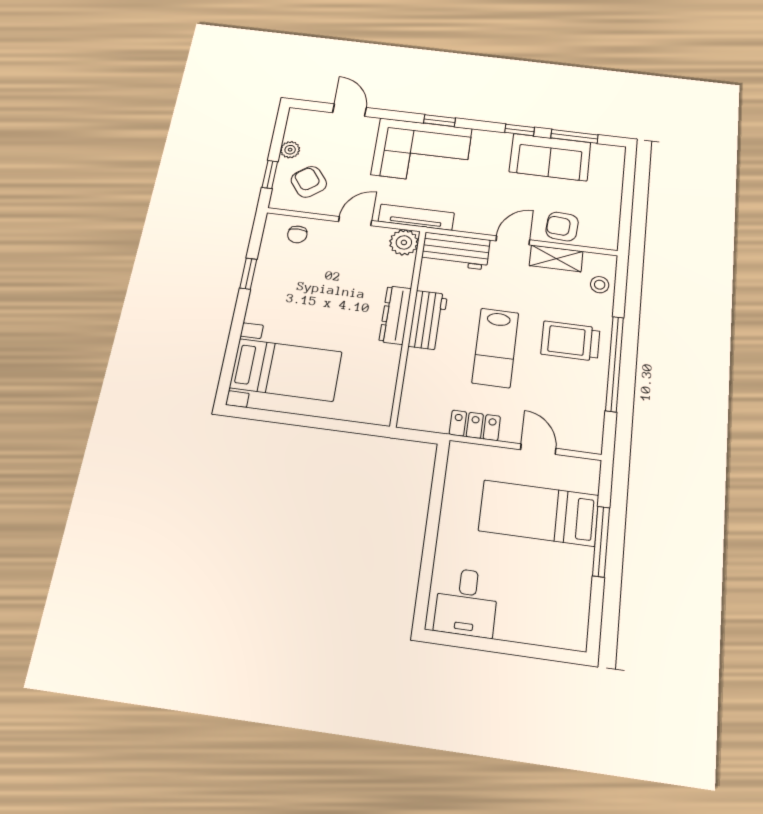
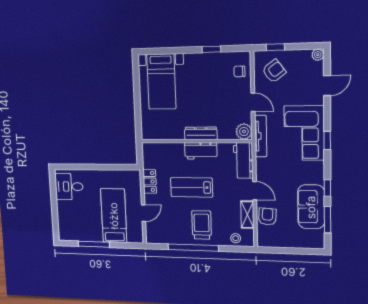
plant: (290, 150) -> (318, 55), moved
window: (601, 541) -> (94, 244), moved

